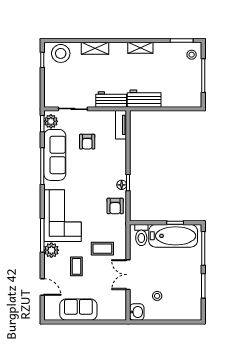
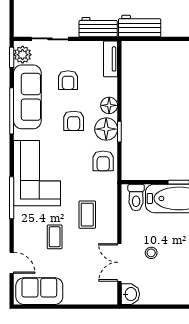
floor lamp: (120, 162) -> (109, 105), added
armchair: (92, 174) -> (74, 121), added
floor lamp: (122, 185) -> (106, 129), width x1.89, depth x1.89
coffee table: (102, 249) -> (87, 215), turned 90
plant: (51, 250) -> (23, 217), removed
double door: (128, 275) -> (119, 262), moved
stool: (157, 296) -> (151, 253), moved
sofa: (78, 310) -> (39, 291), moved

